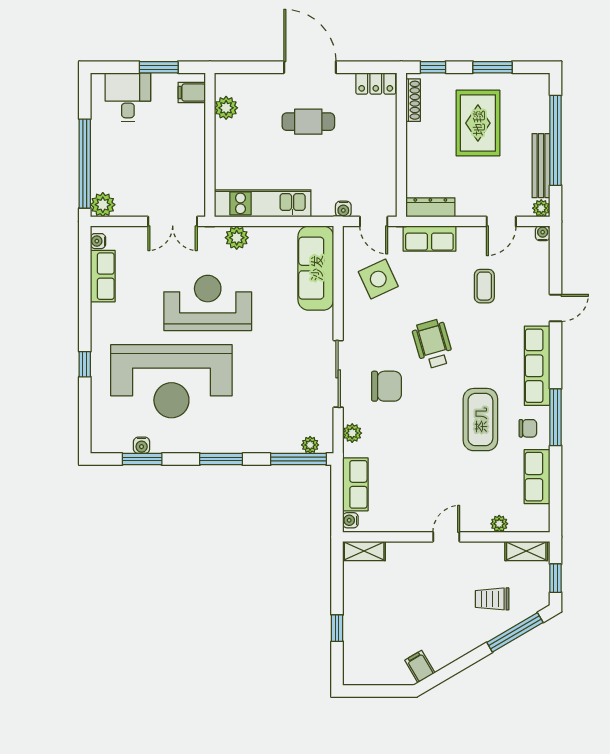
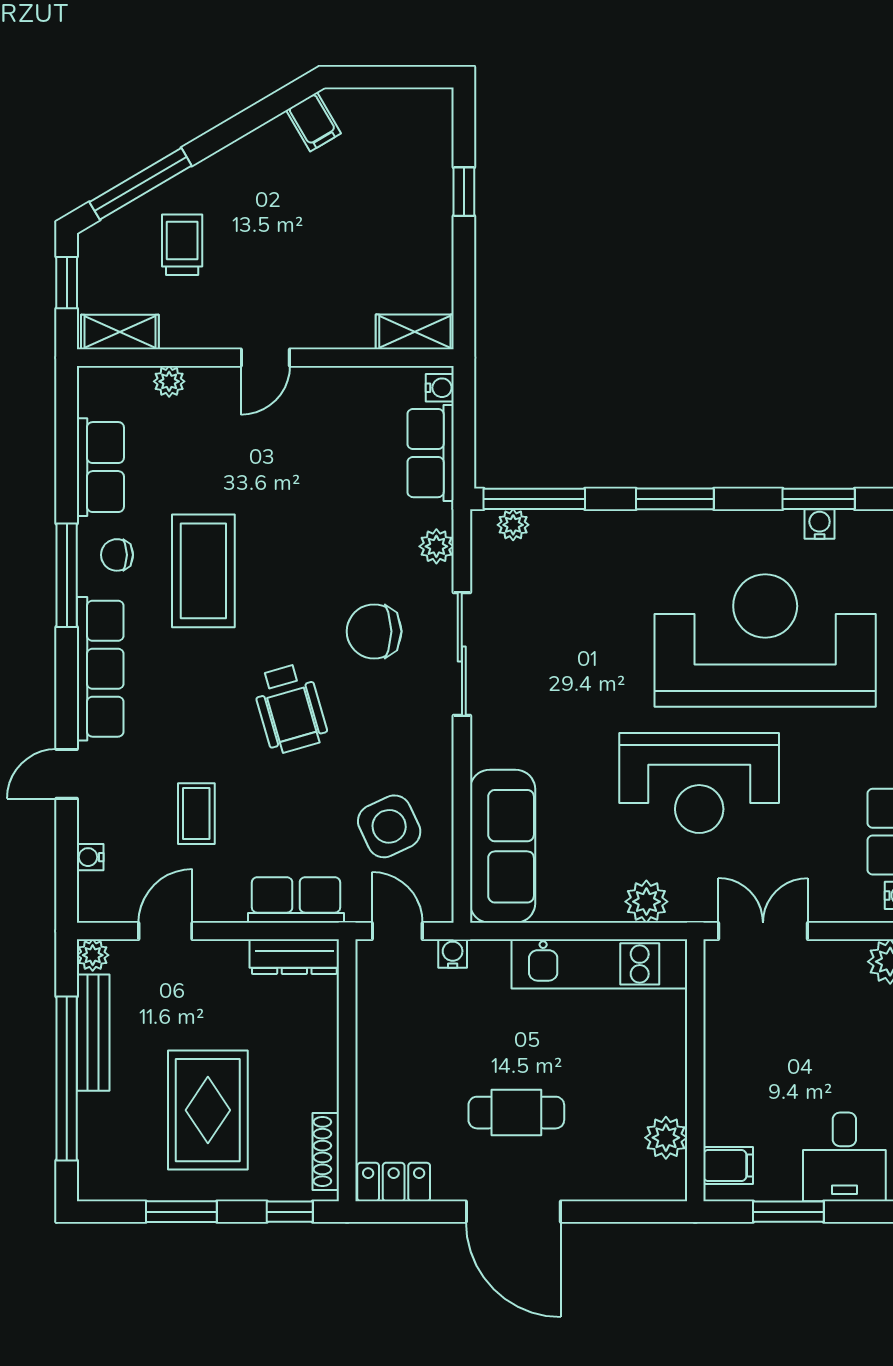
water cooler: (543, 233) -> (90, 857), moved, turned 90
trolley: (492, 599) -> (182, 245), turned -90

